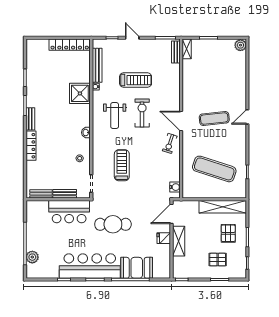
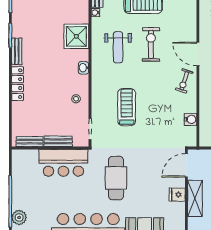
shower: (80, 93) -> (76, 36), moved
water cooler: (175, 187) -> (191, 119), moved
cafe table: (113, 224) -> (116, 178), turned 90

